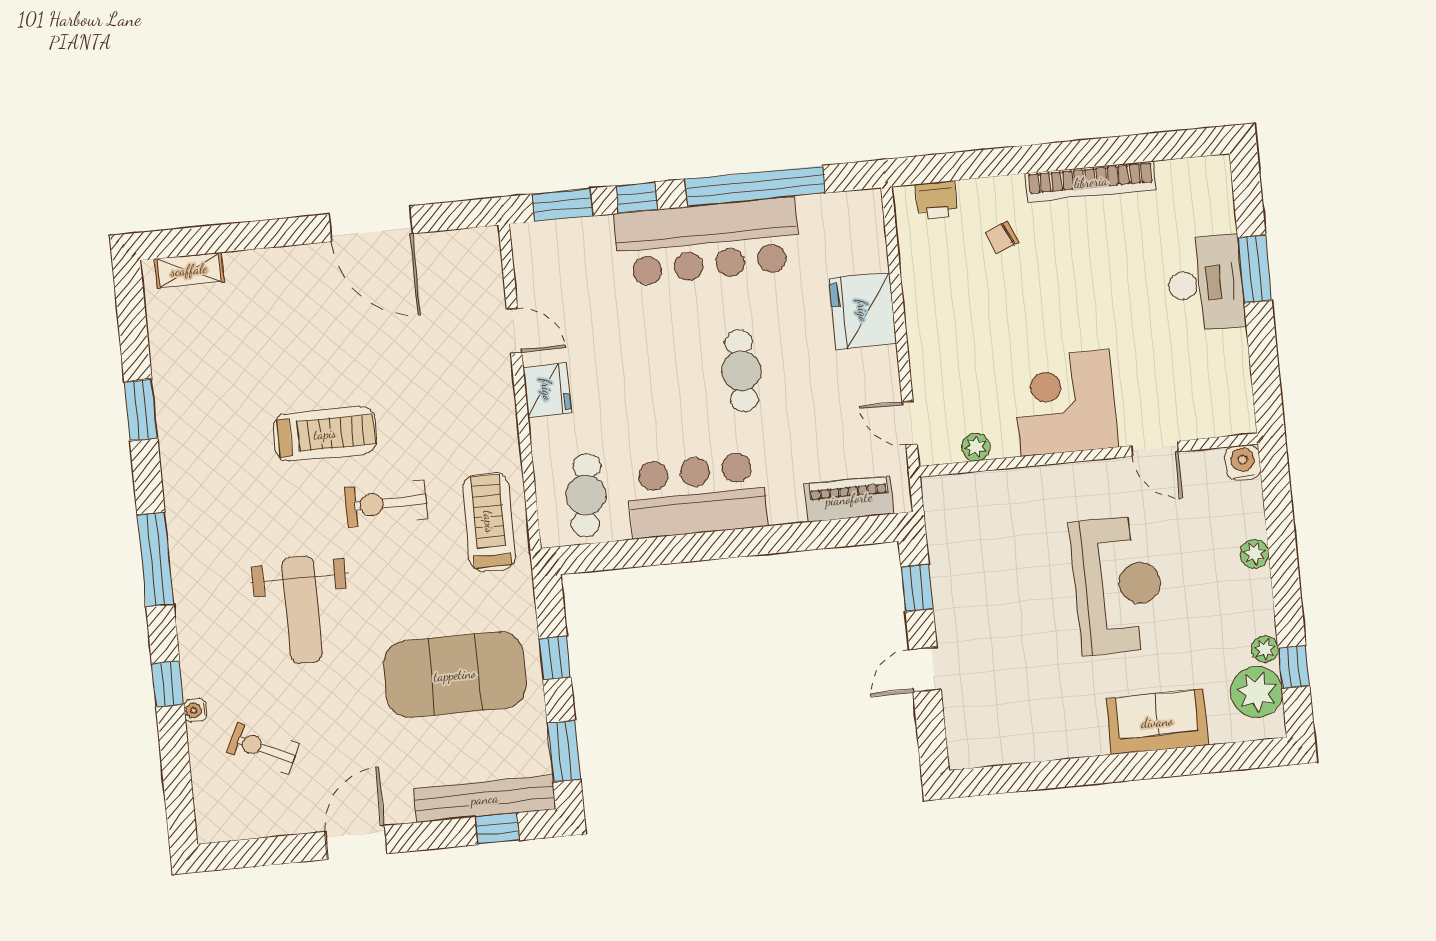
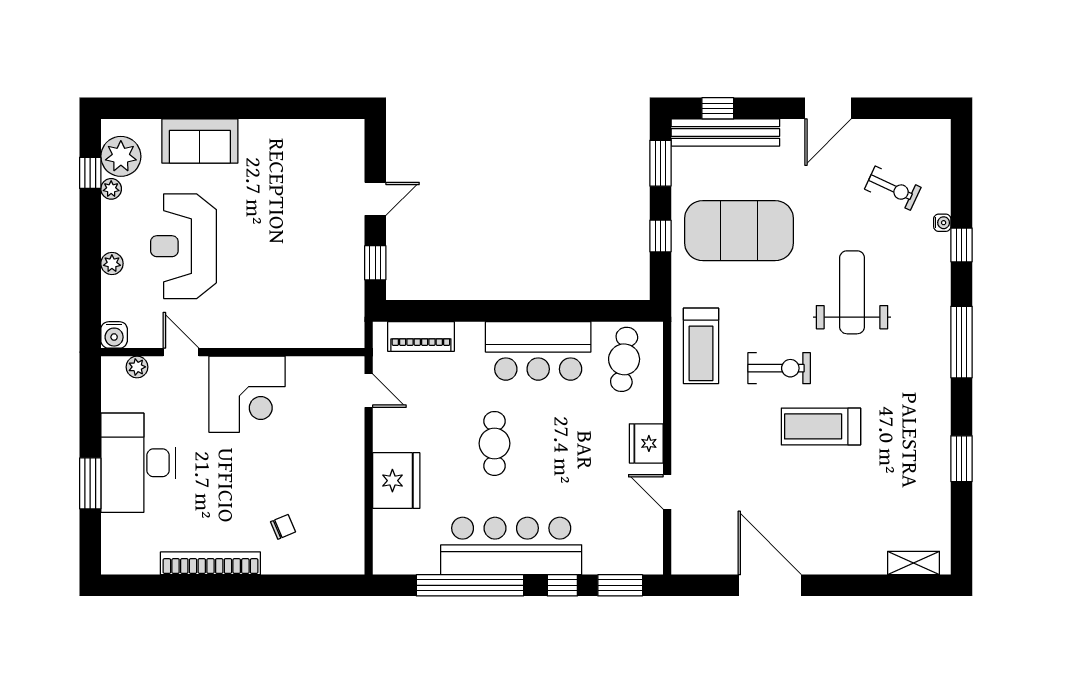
printer: (936, 200) -> (331, 561), removed
desk: (1206, 283) -> (138, 463), width x1.36, depth x1.30
plant: (976, 447) -> (137, 367), moved
reception desk: (1118, 585) -> (184, 246), moved

